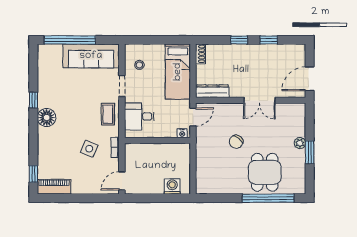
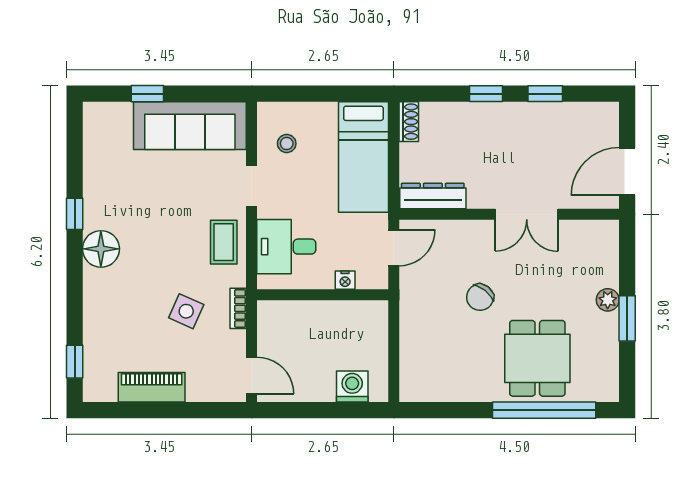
window: (70, 40) -> (147, 94), width x0.32
nightstand: (182, 133) -> (345, 280), moved
door: (122, 181) -> (252, 375), swing flipped
piano: (54, 187) -> (152, 387), moved

